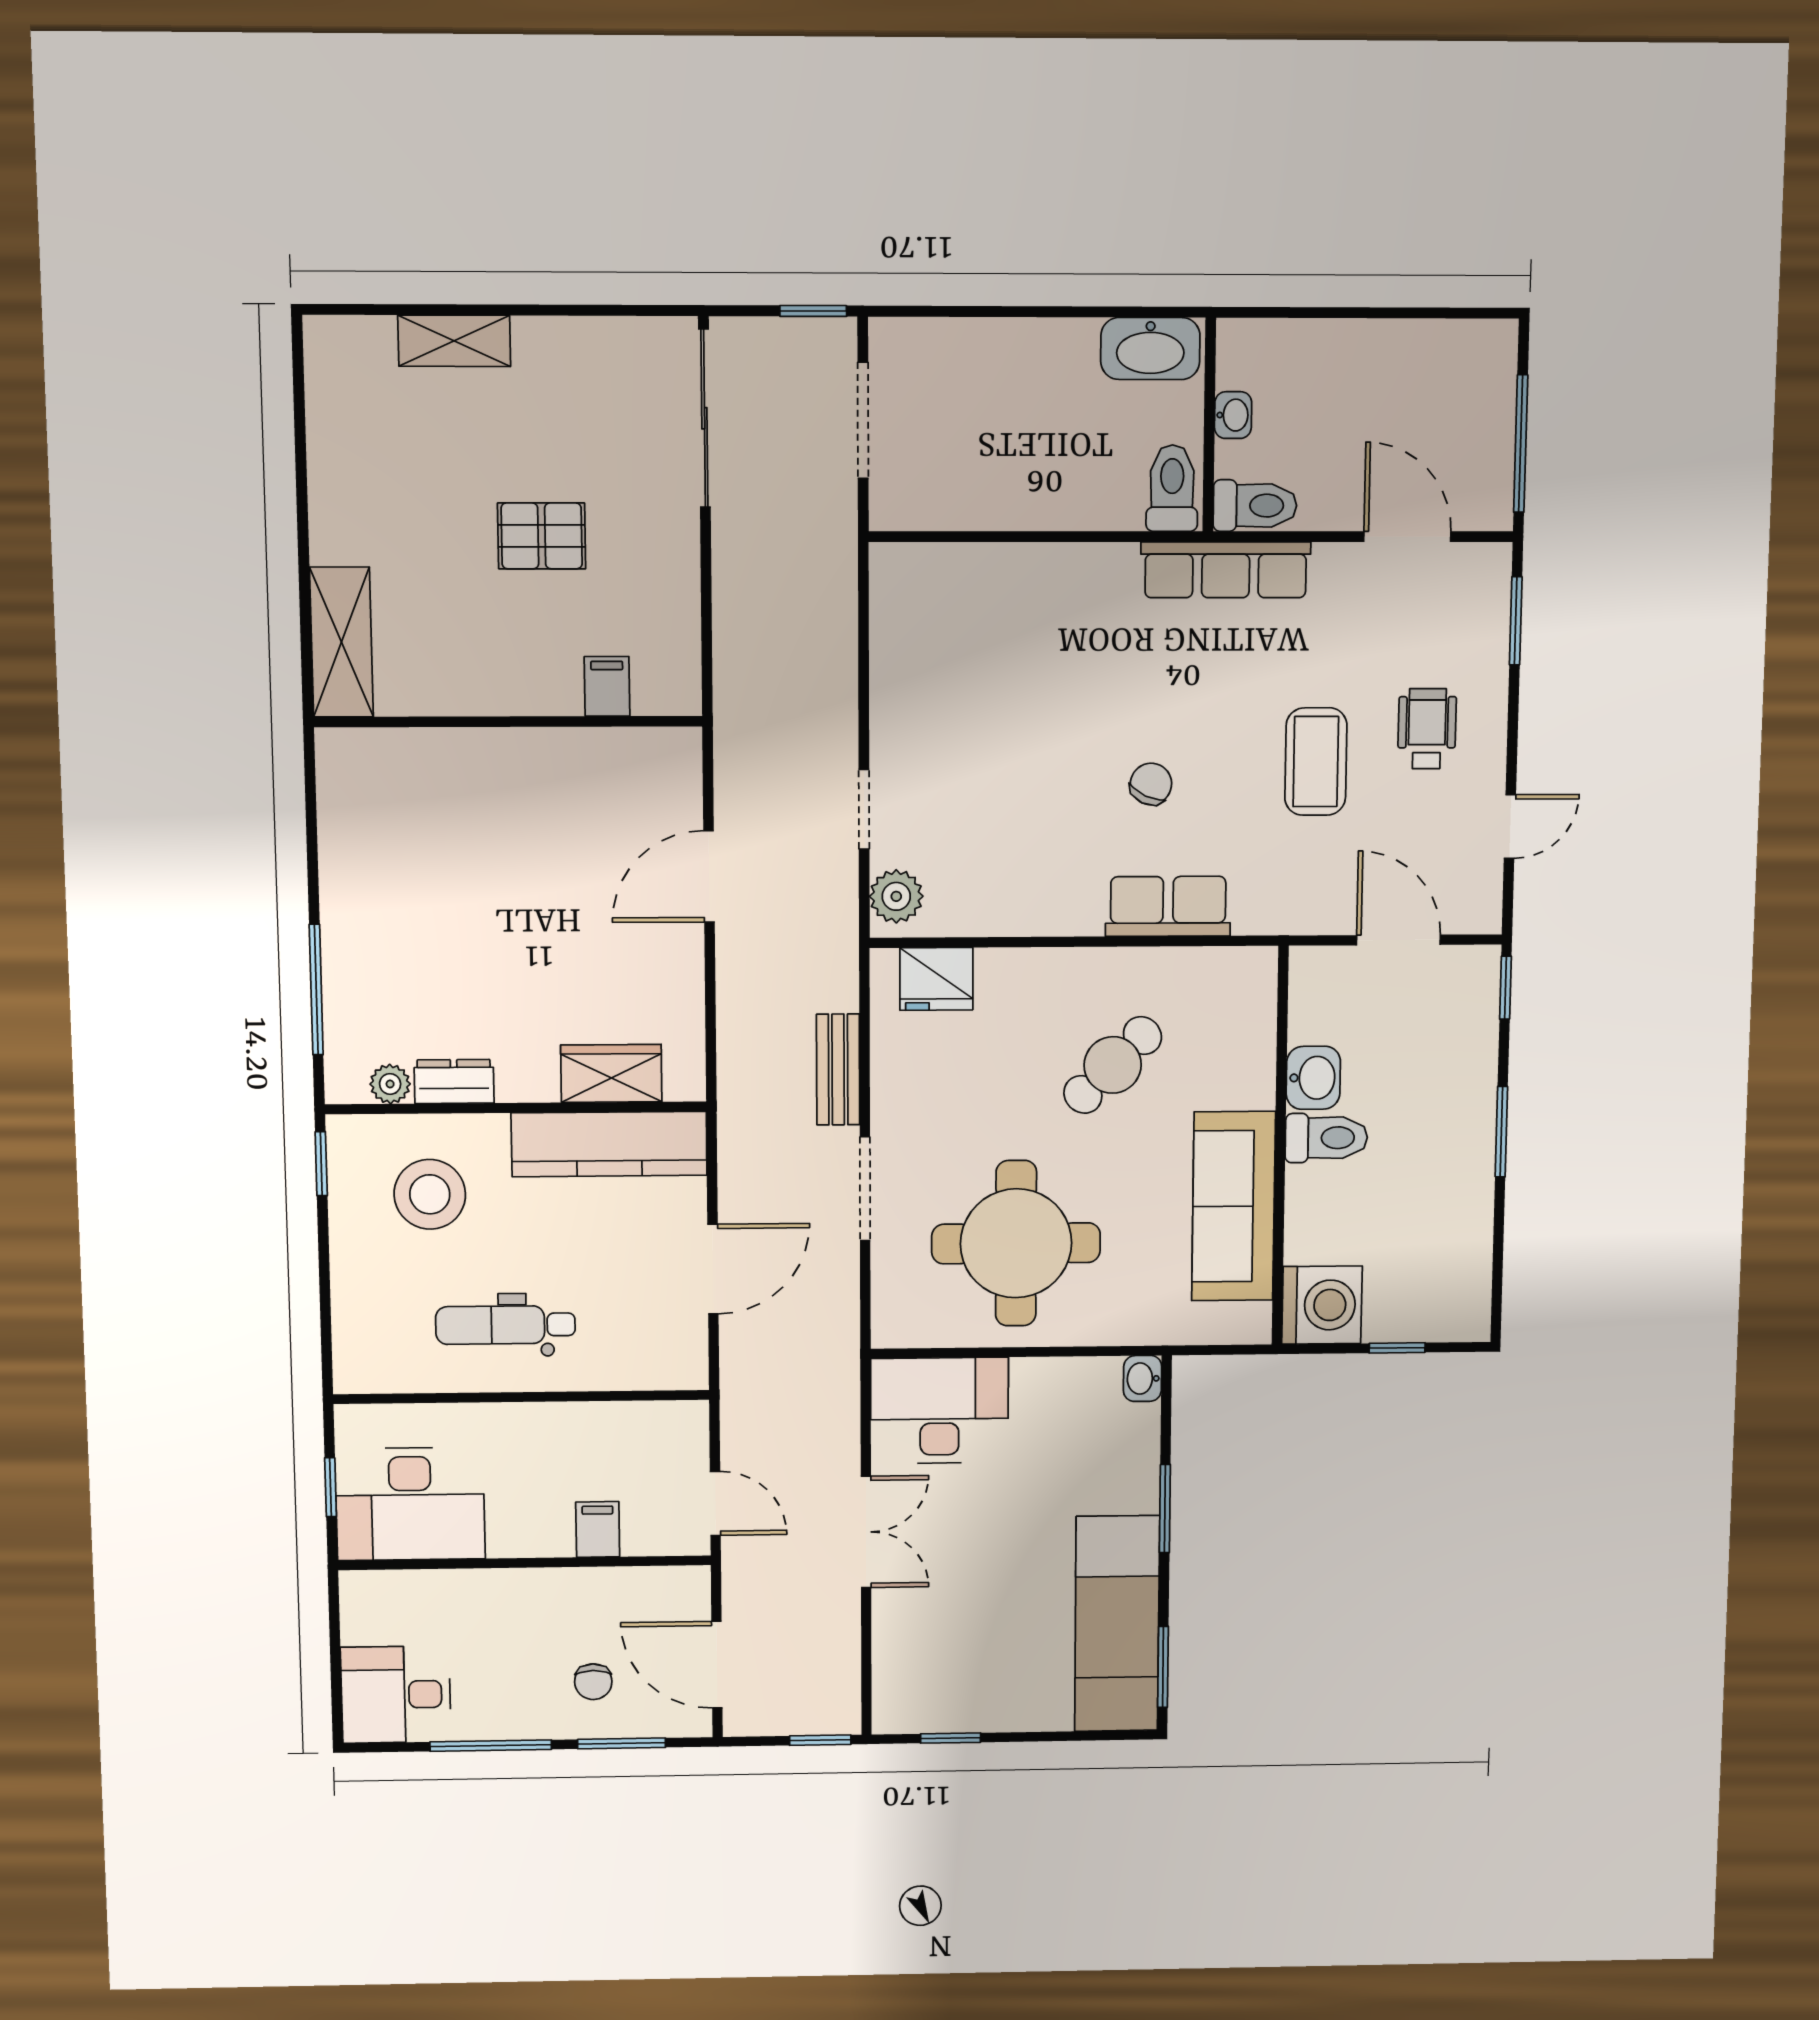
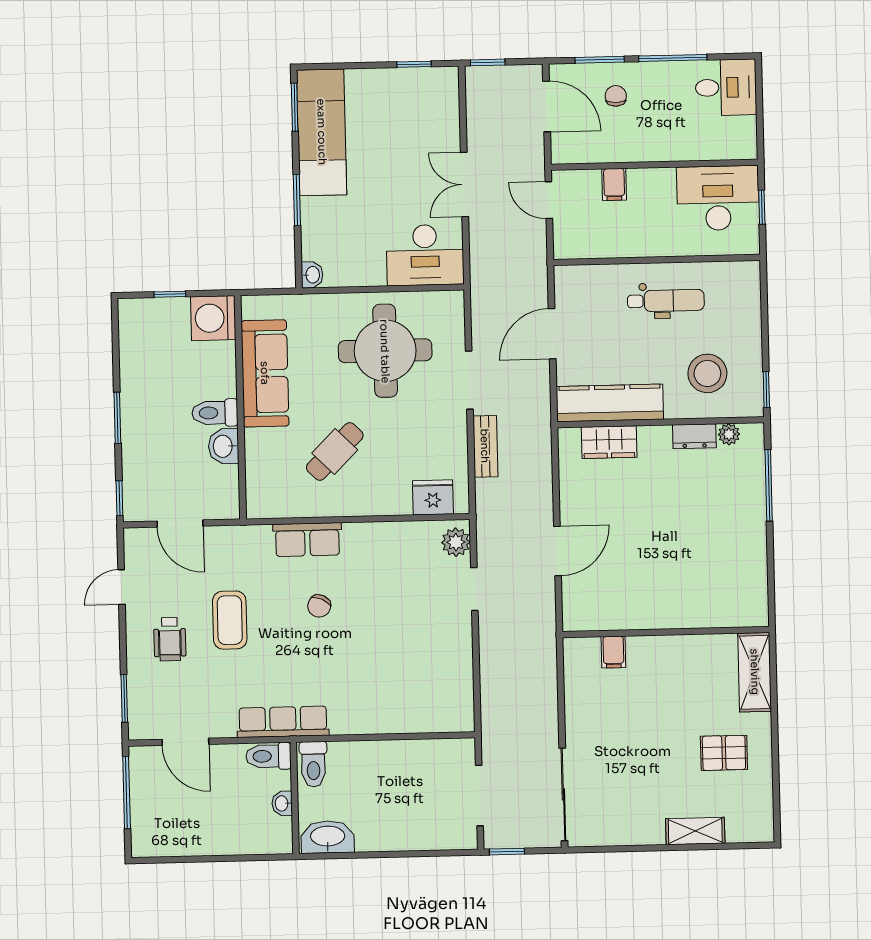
pallet: (542, 536) -> (724, 753), moved

